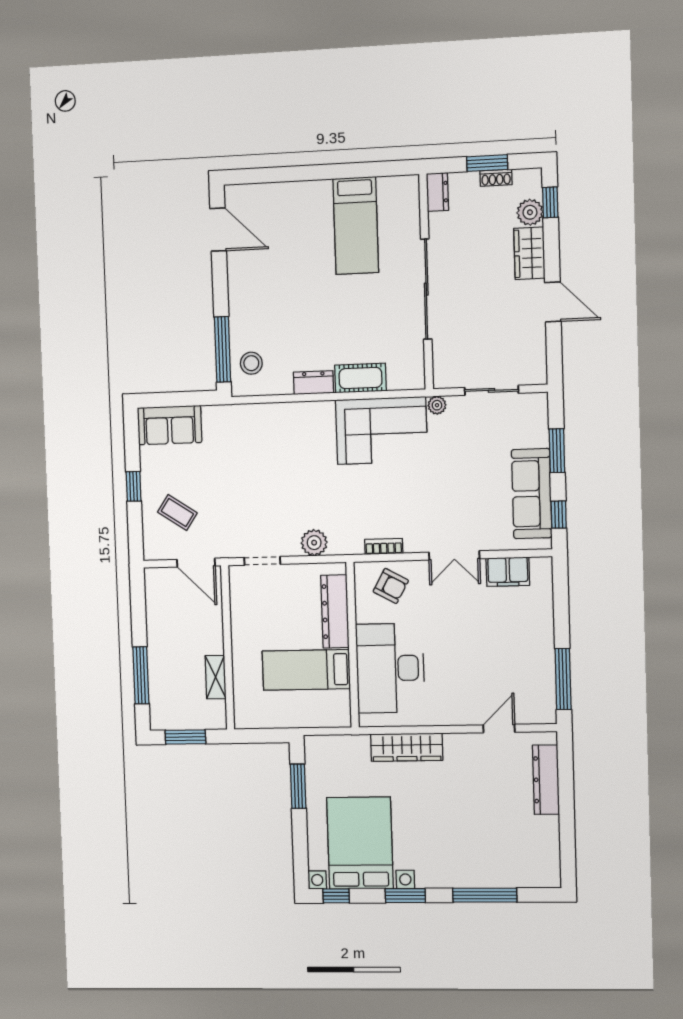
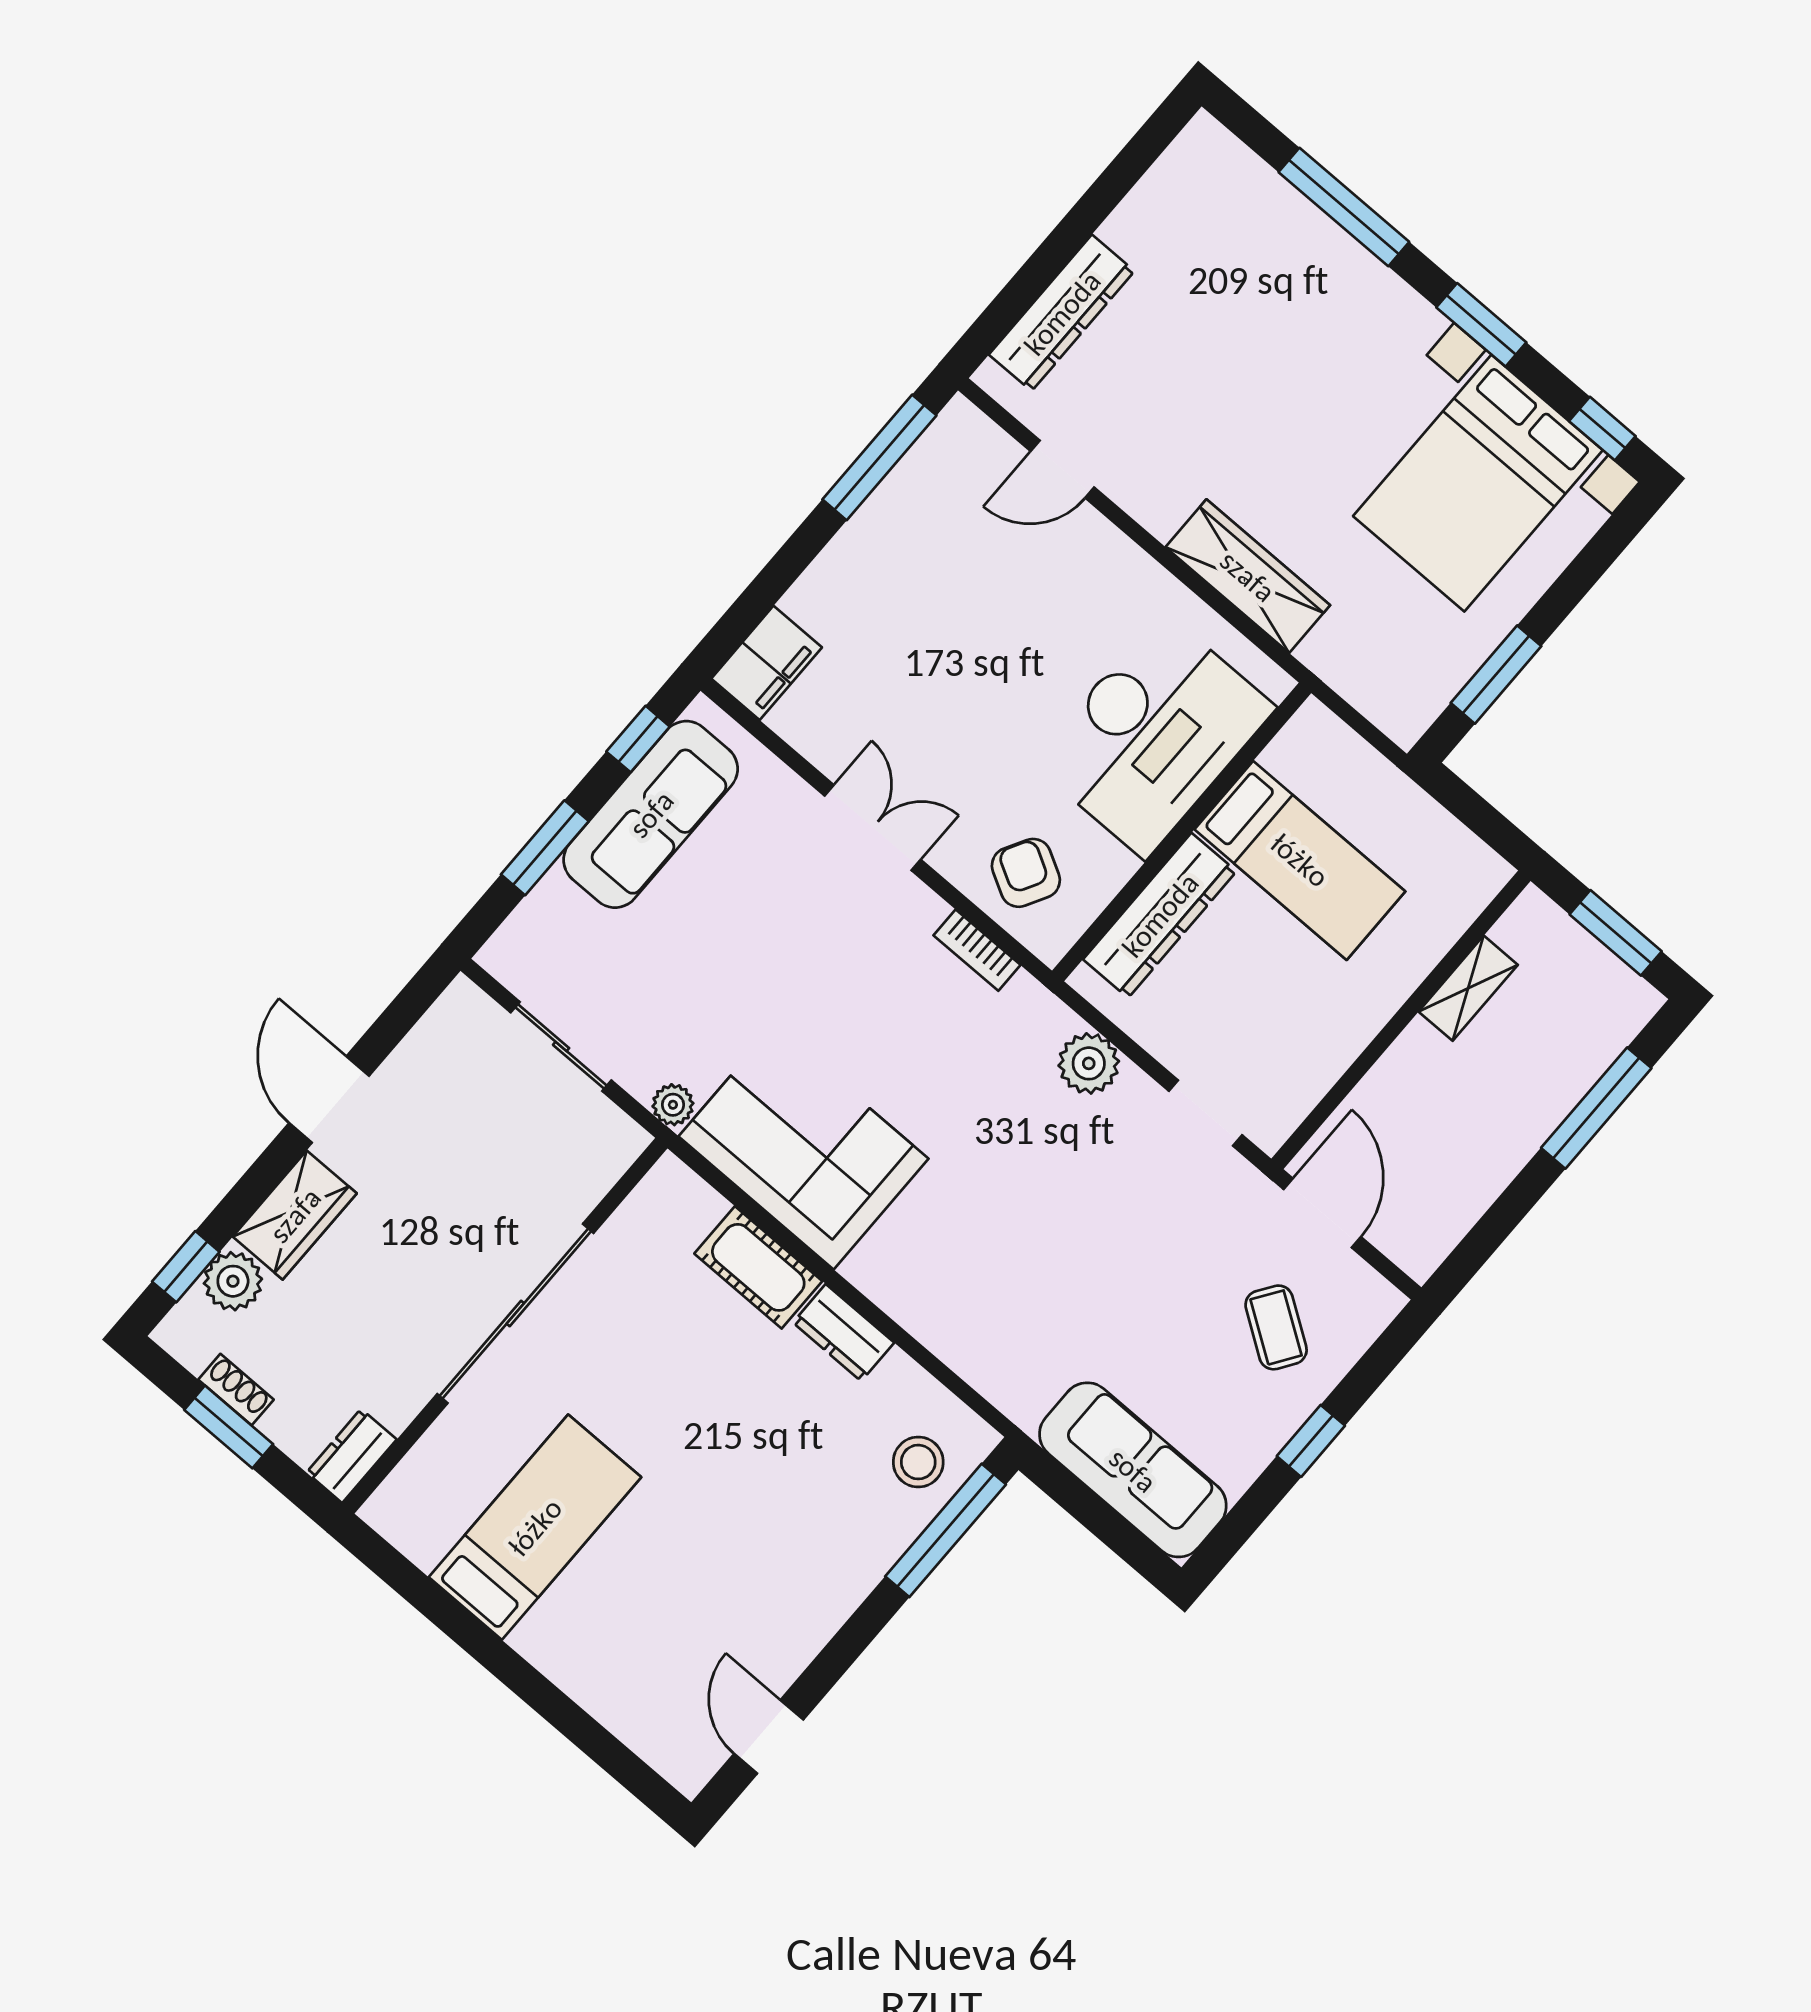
door: (218, 230) -> (769, 1737), width x0.73
sofa: (170, 425) -> (1133, 1470), width x1.36
filing cabinet: (508, 572) -> (767, 663), moved, turned 90

